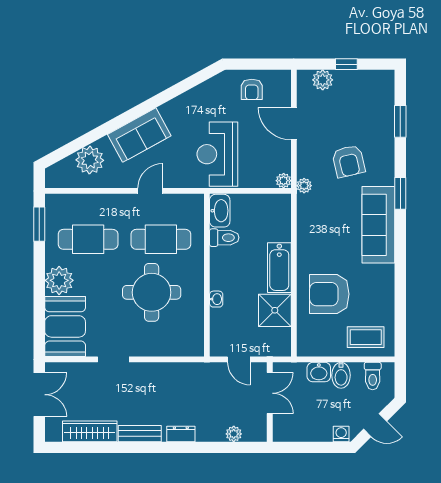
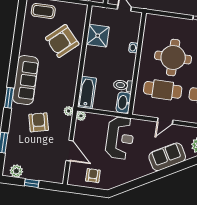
plant: (323, 80) -> (16, 171), moved
bathtub: (279, 268) -> (87, 92), moved
armchair: (329, 294) -> (62, 41), turned 138

